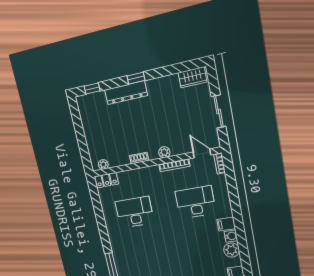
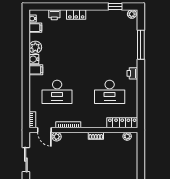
plant: (164, 152) -> (57, 137), moved
locker: (106, 180) -> (122, 123), width x1.53
printer: (114, 237) -> (132, 73), added

